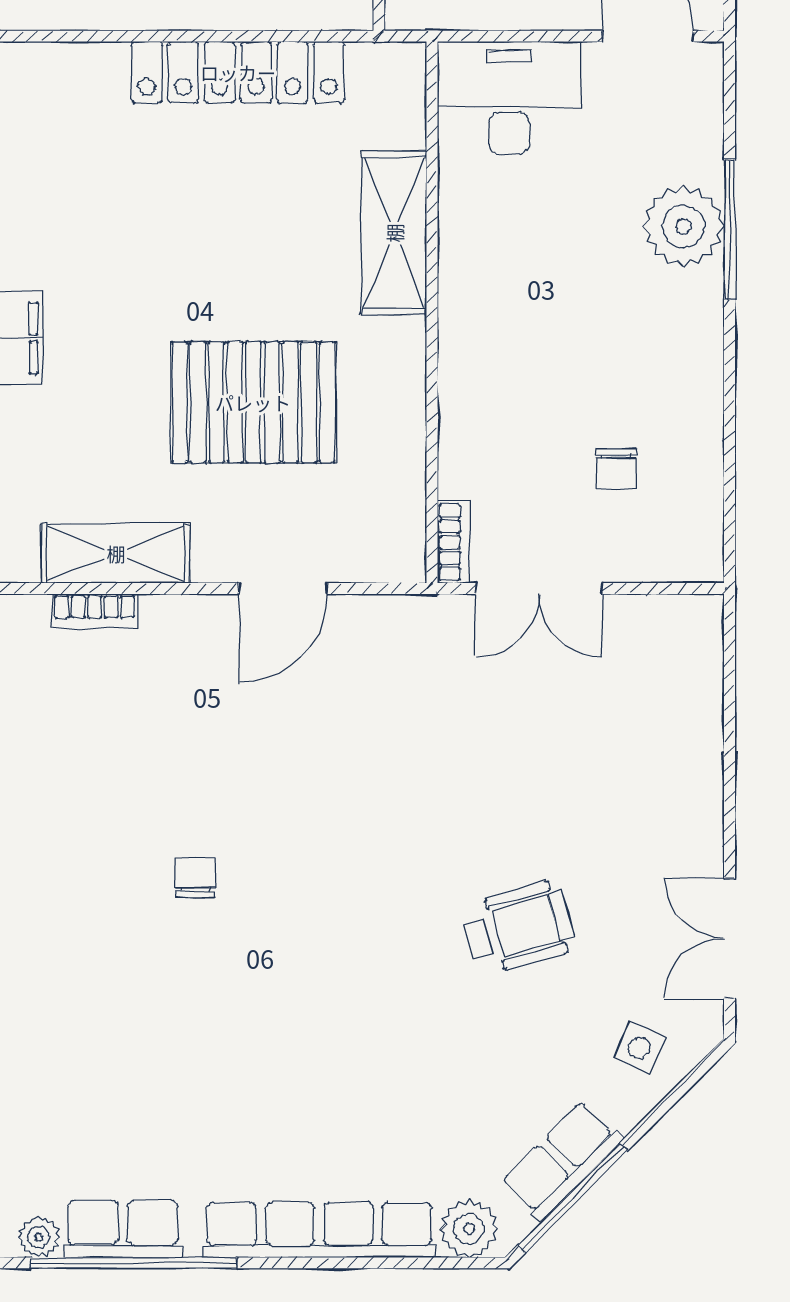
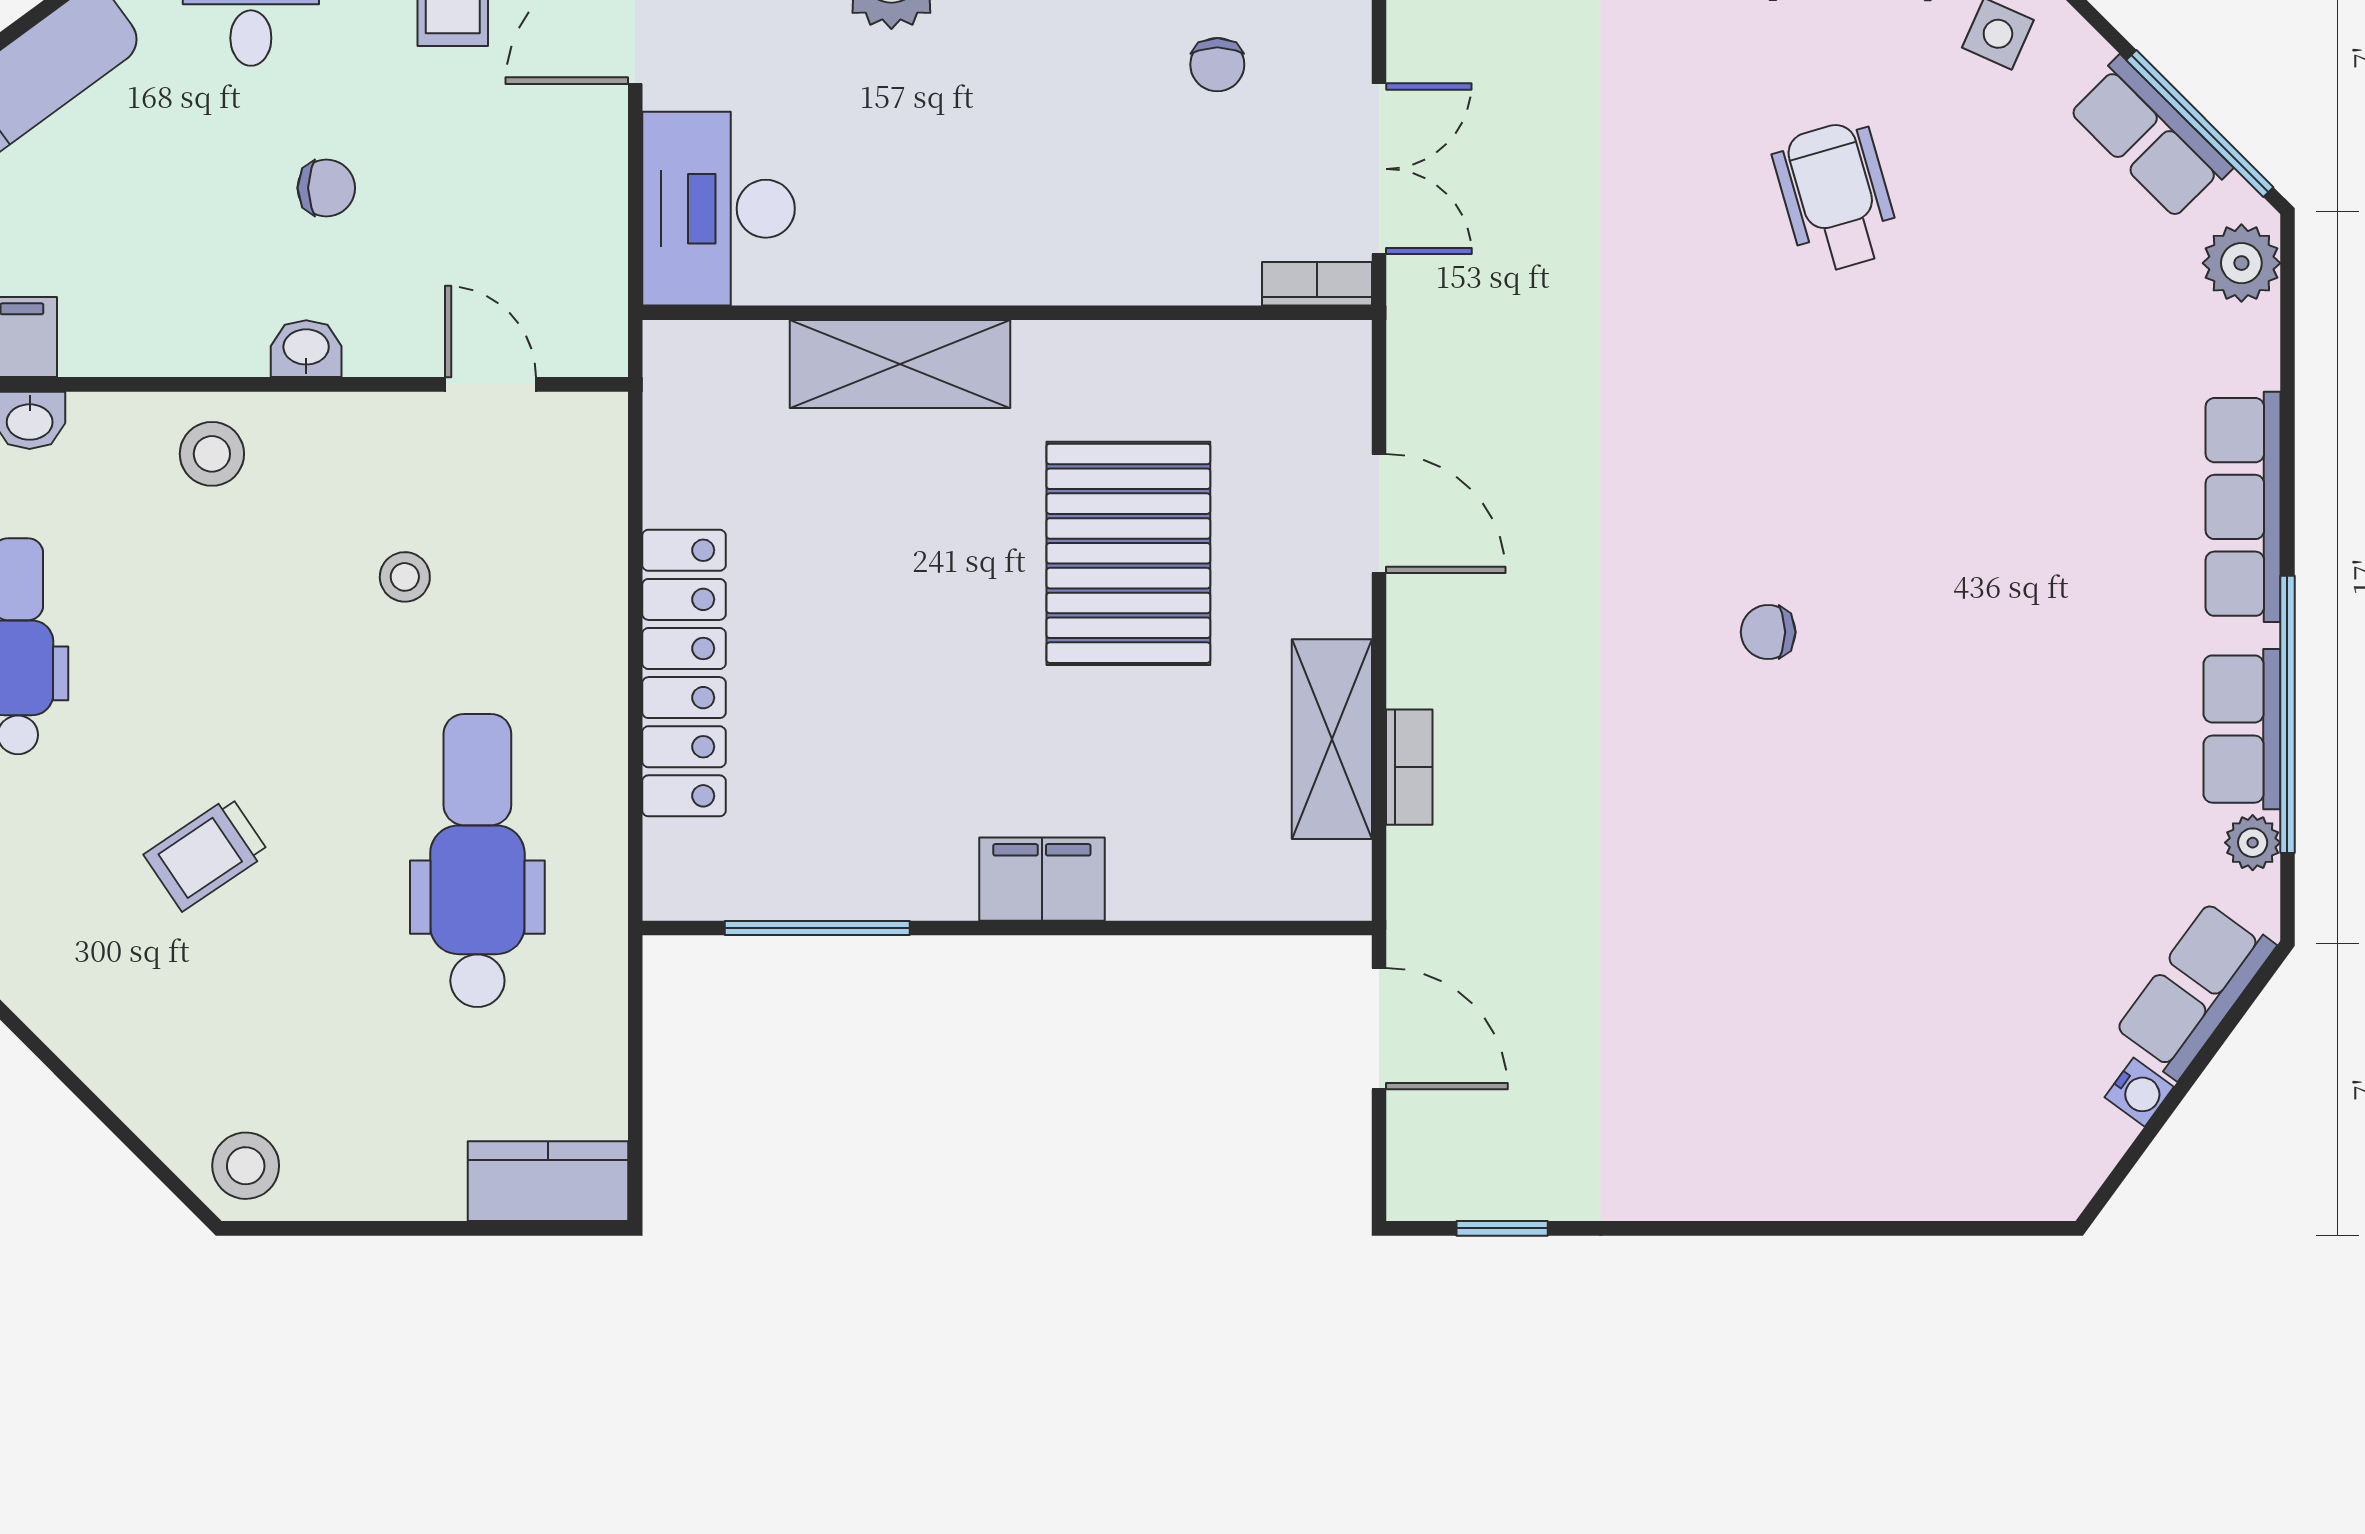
locker: (238, 72) -> (684, 673), moved
chair: (616, 468) -> (1217, 65), turned 90
row of seats: (319, 1230) -> (2243, 507), width x0.73

